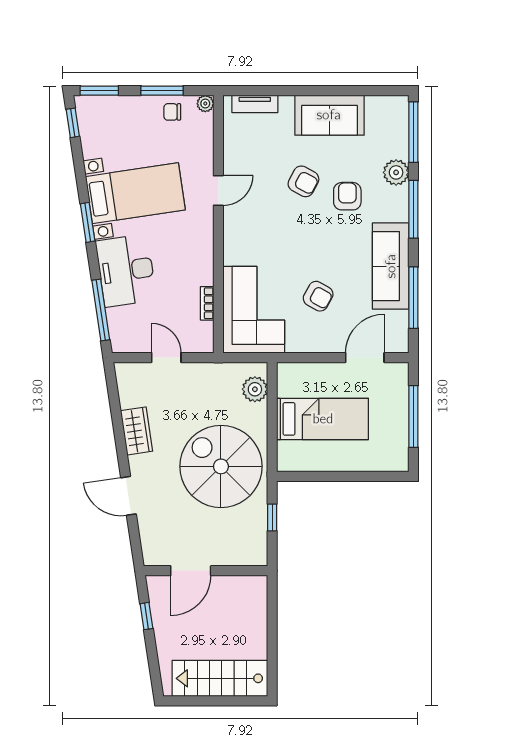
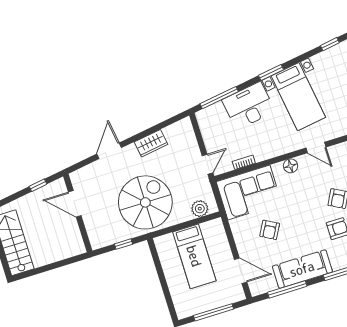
floor lamp: (234, 236) -> (291, 166), added
door: (166, 358) -> (208, 164), moved

